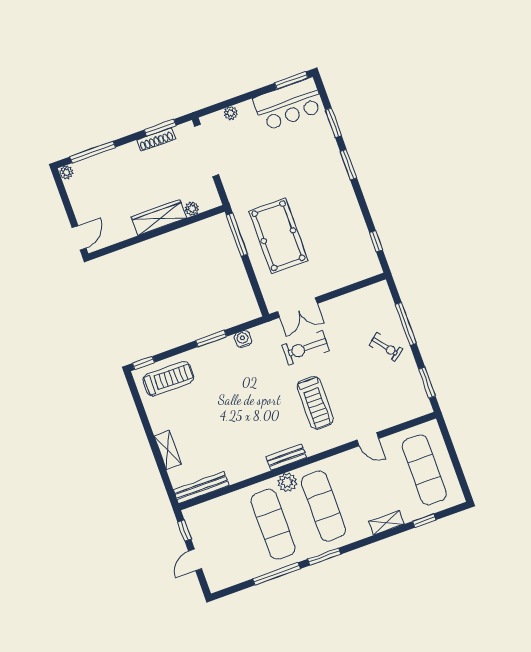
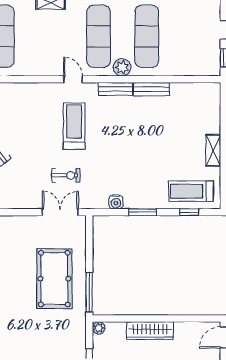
plant: (192, 209) -> (99, 328), moved
exercise bike: (305, 348) -> (66, 175), width x0.73, depth x0.72
window: (143, 363) -> (189, 212), moved
door: (368, 439) -> (73, 79), moved
shelving: (168, 450) -> (213, 150), moved
bench: (201, 488) -> (151, 89), moved, width x0.73

